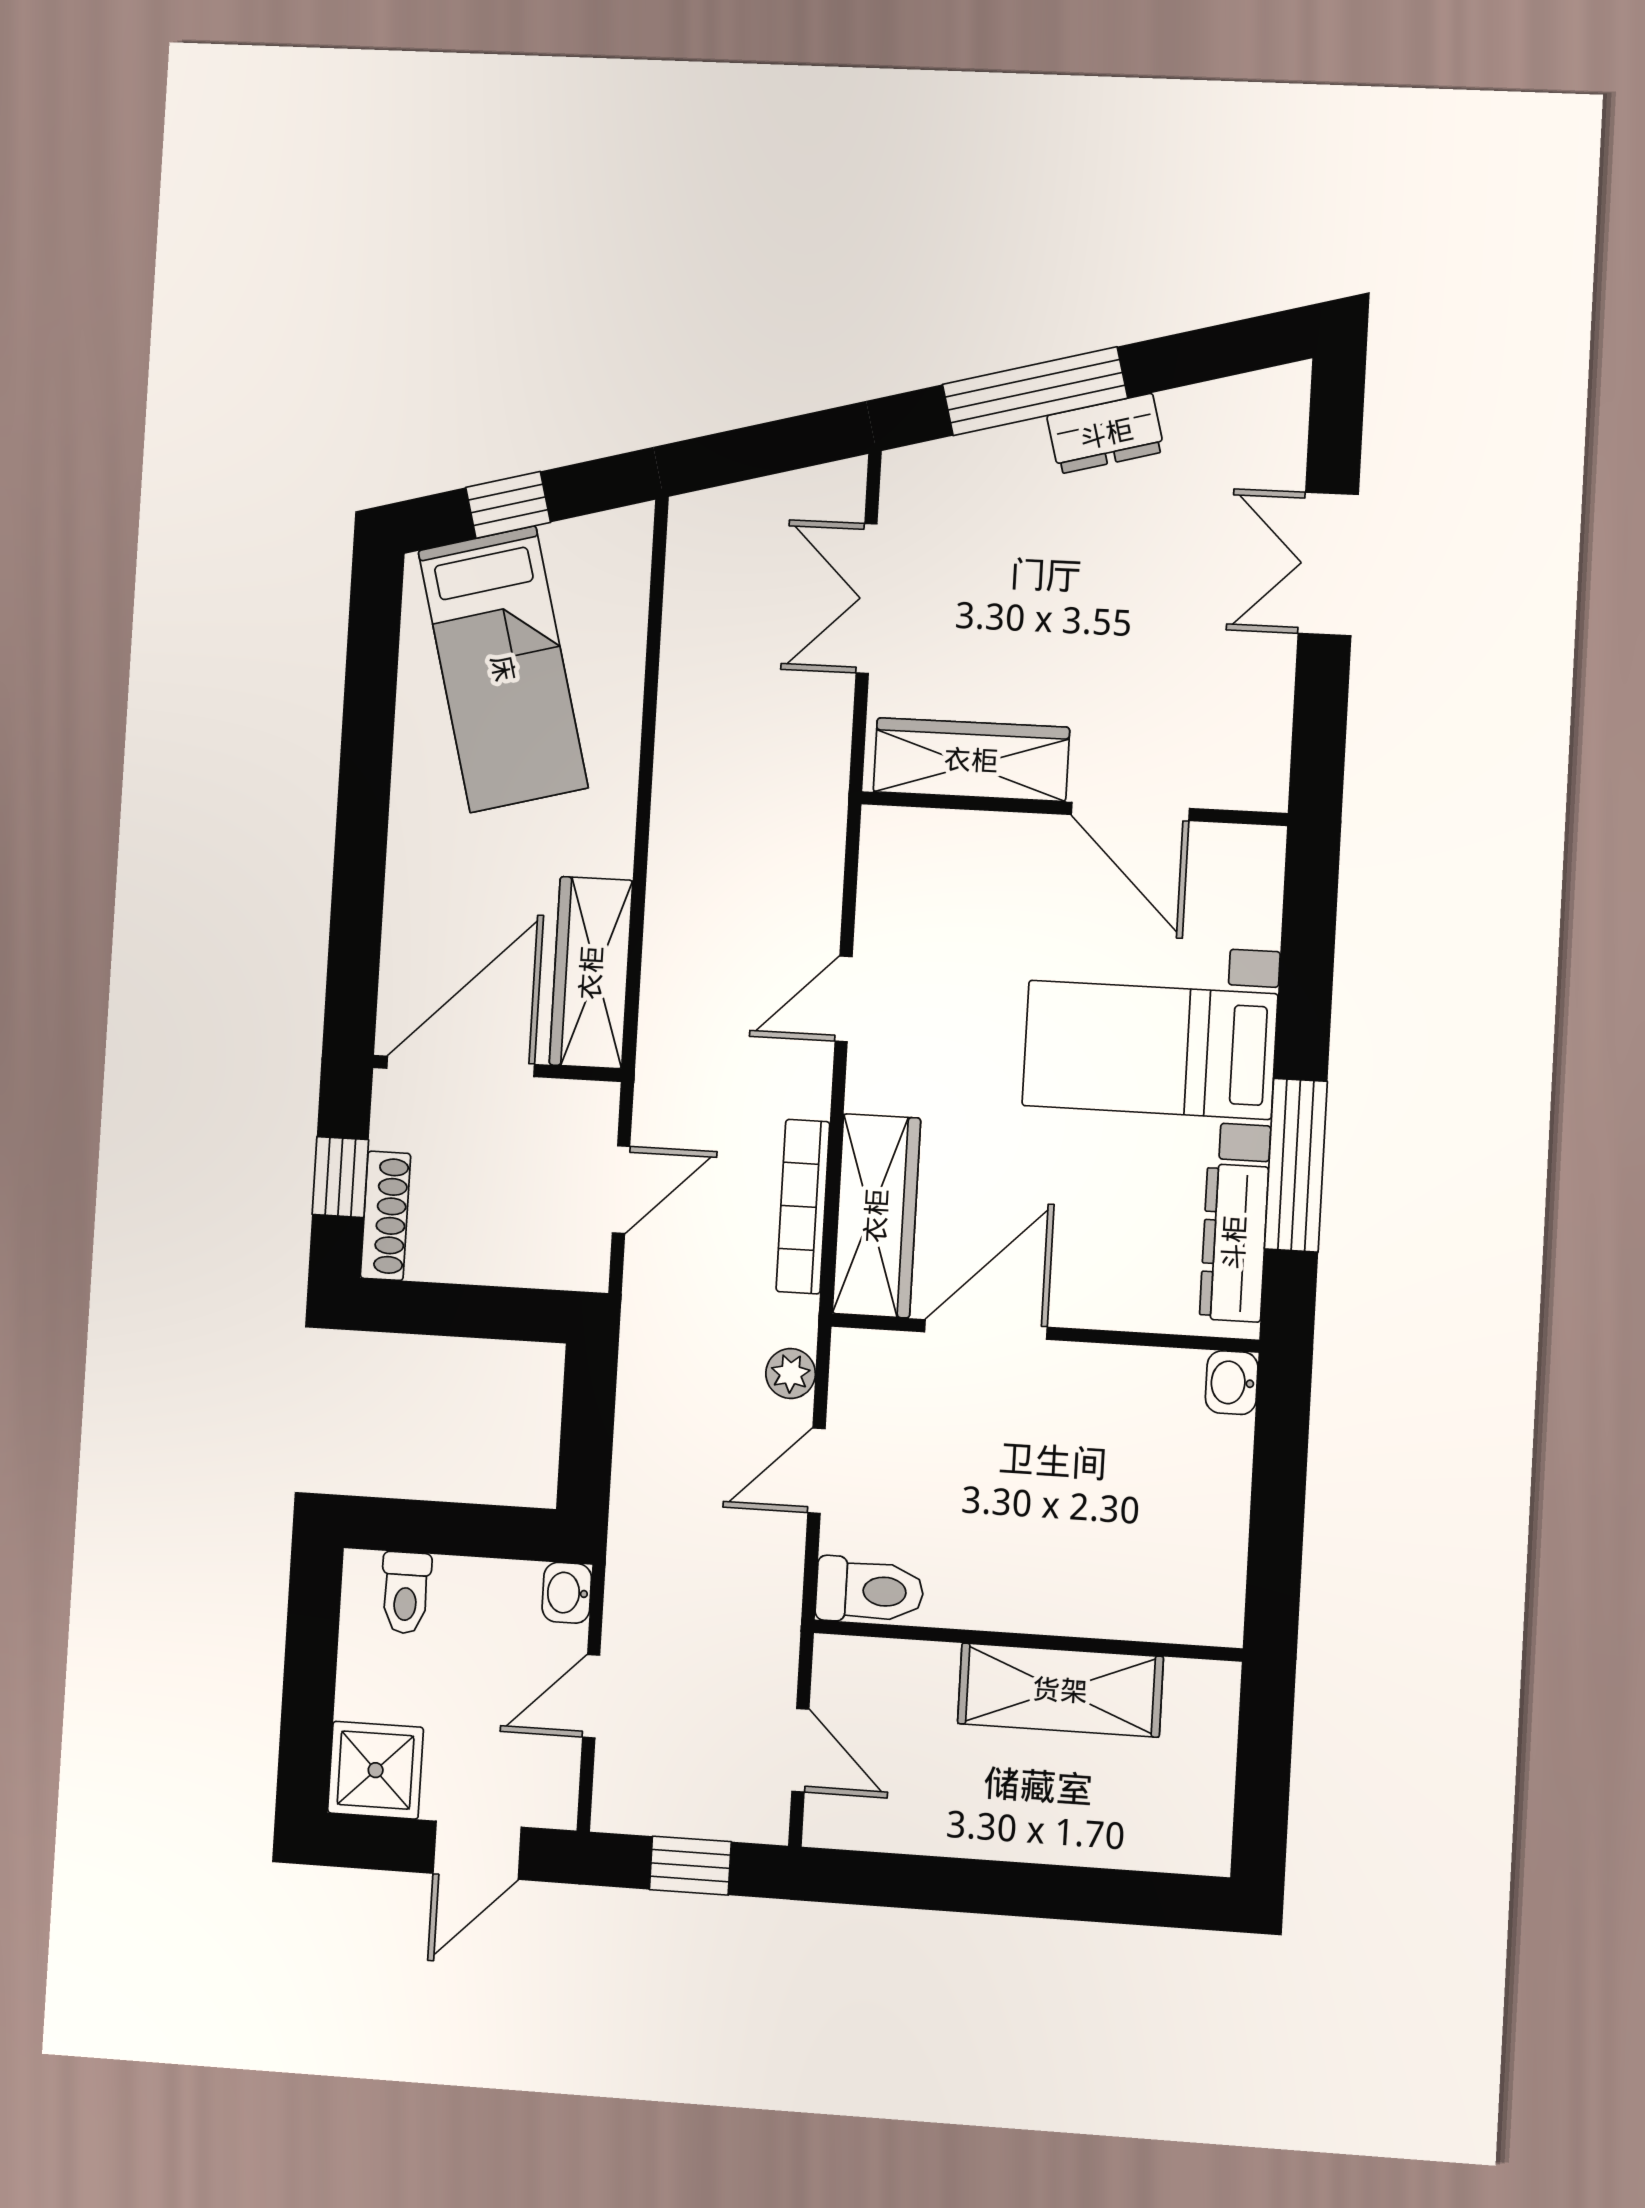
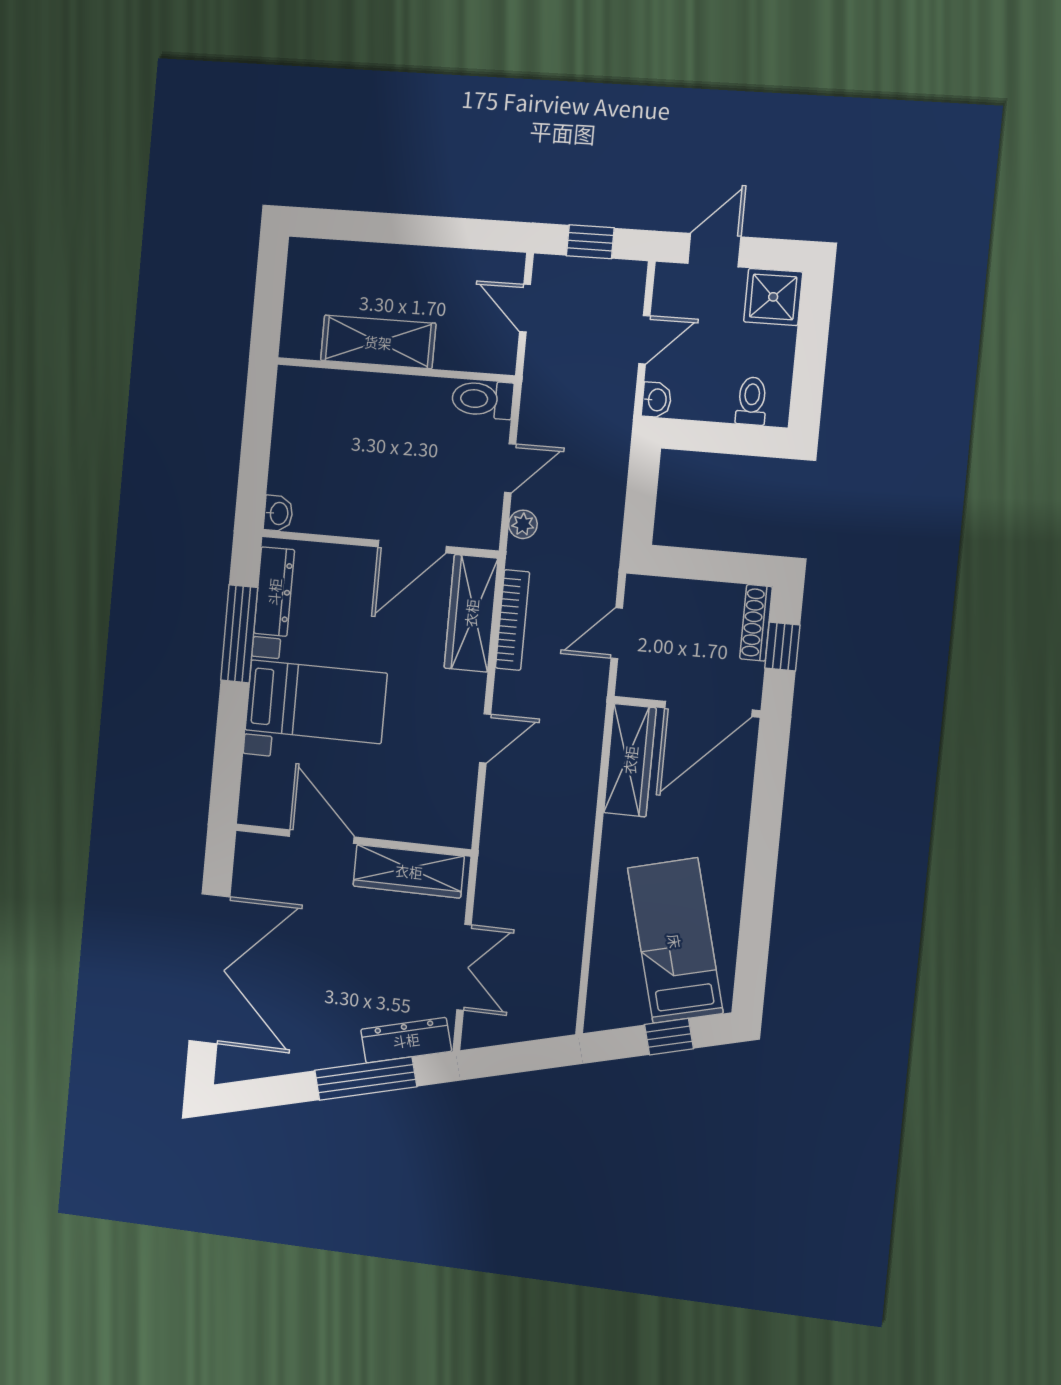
dresser: (1106, 434) -> (406, 1040), moved, width x1.44
double door: (1328, 564) -> (209, 969), width x1.87

